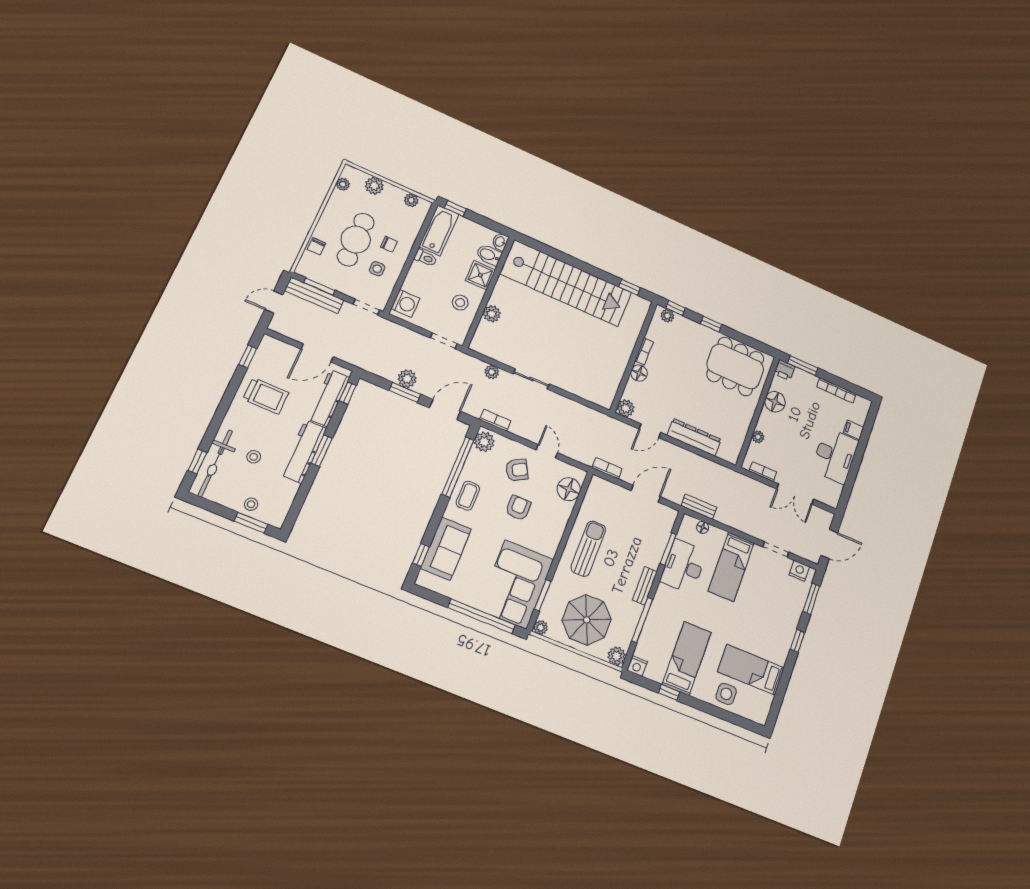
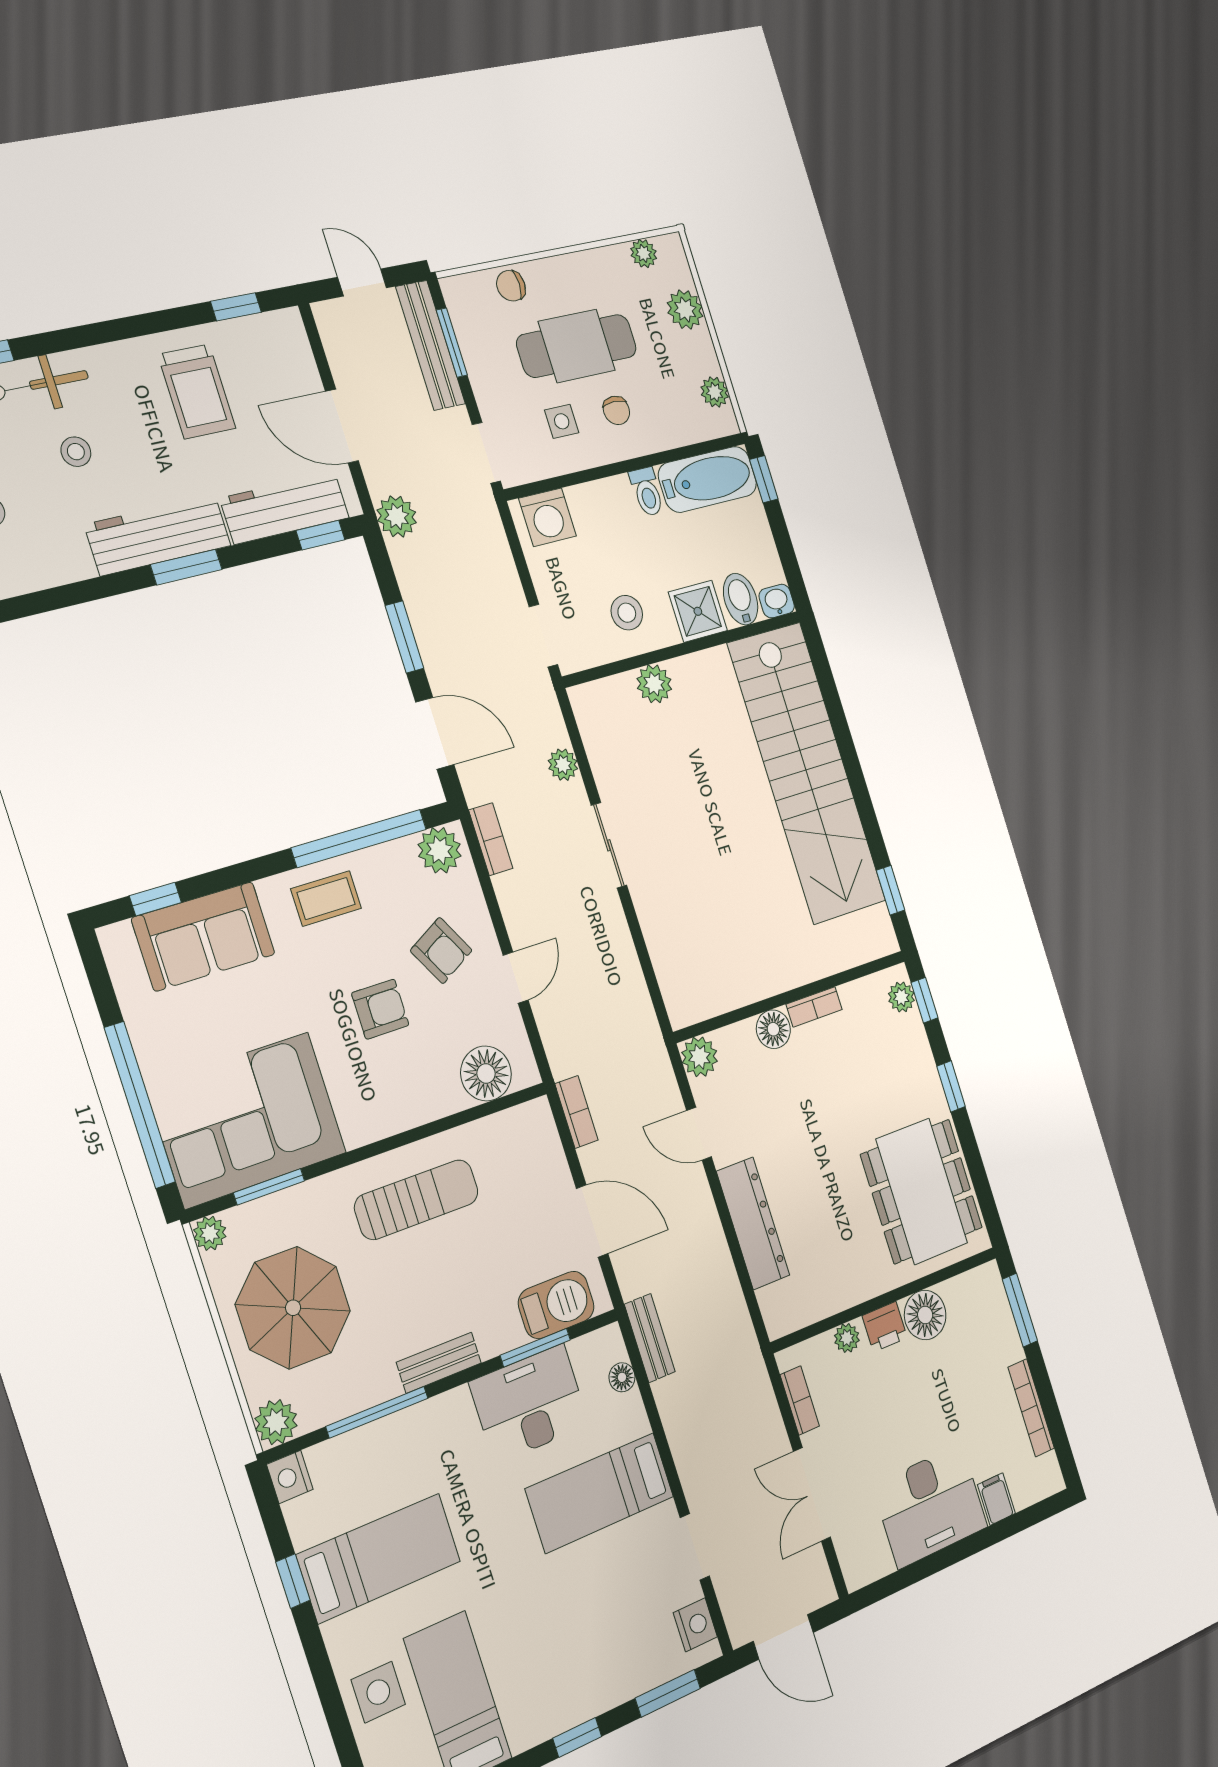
printer: (785, 370) -> (885, 1327), moved, turned -90
plant: (407, 379) -> (397, 516), moved
barbecue: (661, 530) -> (556, 1305), added

